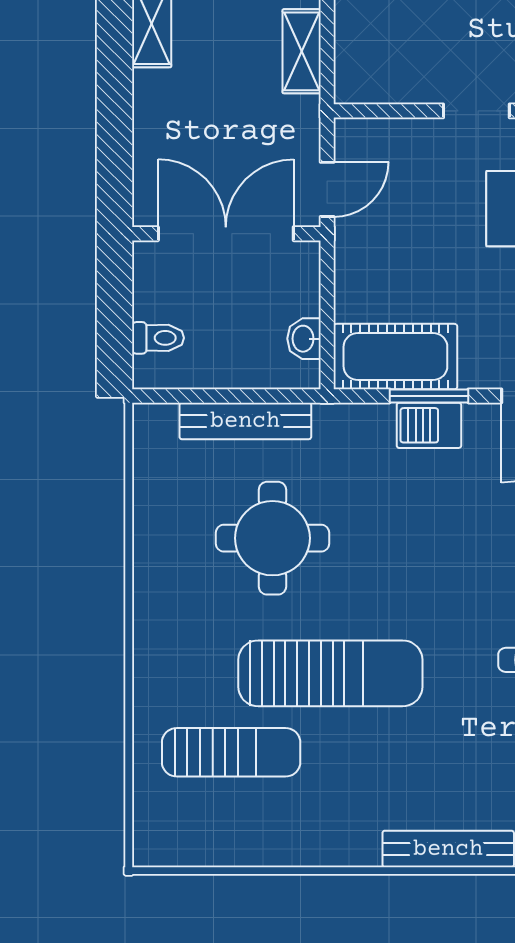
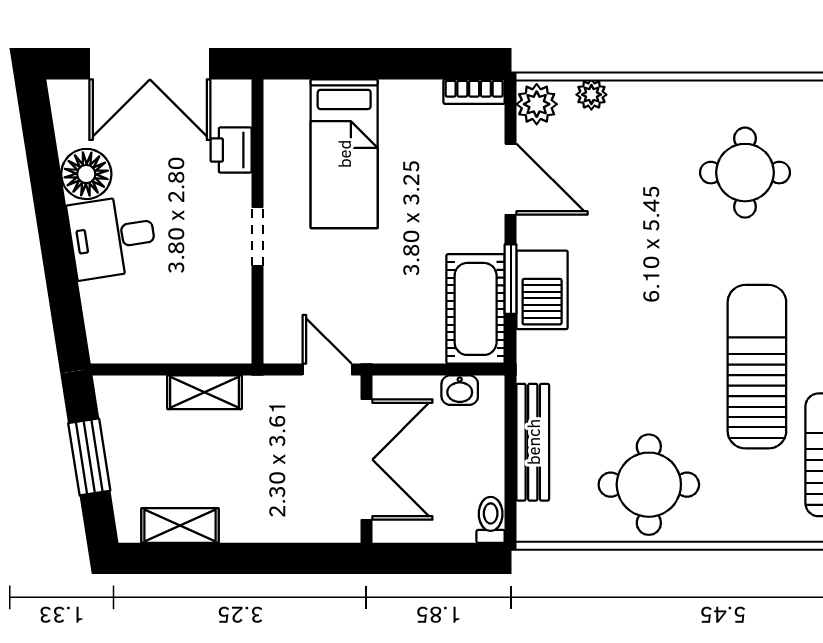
double door: (226, 234) -> (366, 460), swing flipped
toilet: (158, 338) -> (491, 520), moved
barbecue: (429, 425) -> (542, 290), width x1.38, depth x1.27
round table: (272, 538) -> (649, 485), moved

